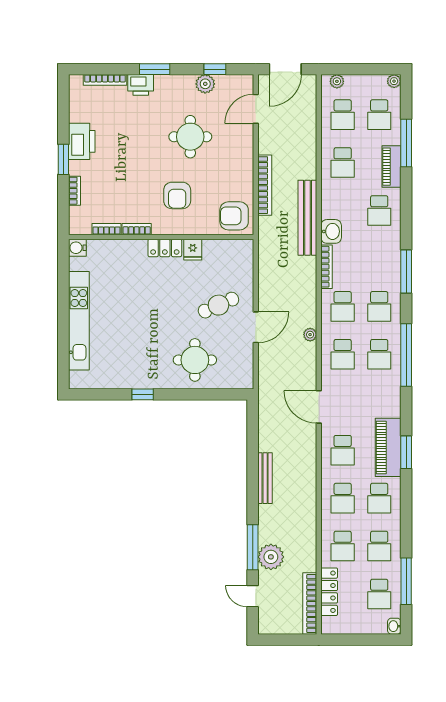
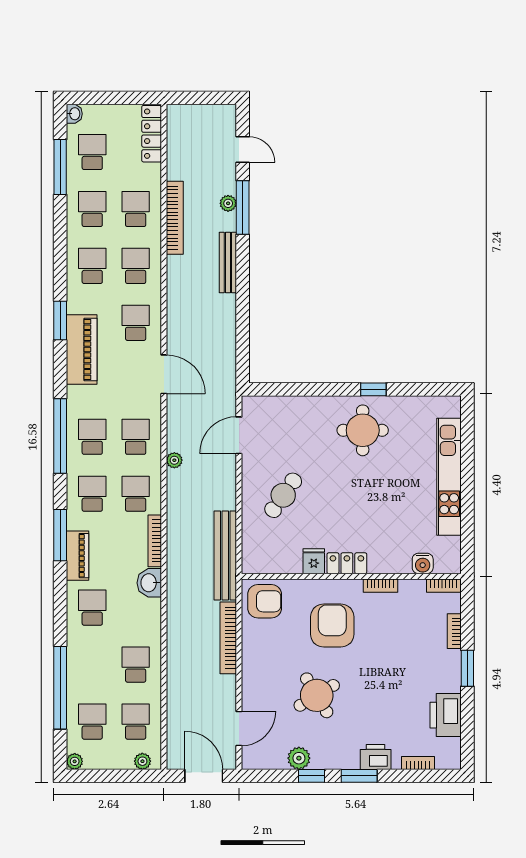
window: (215, 69) -> (312, 776), moved
door: (285, 69) -> (204, 776), hinge flipped
bookcase: (105, 80) -> (418, 763), width x0.64
round table: (190, 137) -> (317, 695), turned -31
printer: (82, 141) -> (446, 715), moved
window: (406, 143) -> (60, 688), width x1.46
piano: (392, 167) -> (78, 556), moved
armchair: (177, 195) -> (332, 626), width x1.36, depth x1.36
bench: (307, 218) -> (225, 556), moved
bookcase: (107, 229) -> (444, 586), moved
water cooler: (77, 248) -> (423, 563), moved, turned 90
cafe table: (218, 305) -> (283, 495), turned -31
door: (256, 327) -> (239, 435), moved
round table: (195, 360) -> (363, 430), moved
piano: (388, 447) -> (82, 350), moved
bench: (265, 478) -> (228, 263), moved
plant: (271, 557) -> (228, 203), width x0.53, depth x0.53
locker: (329, 592) -> (152, 134), moved
bookcase: (310, 604) -> (175, 218), moved

